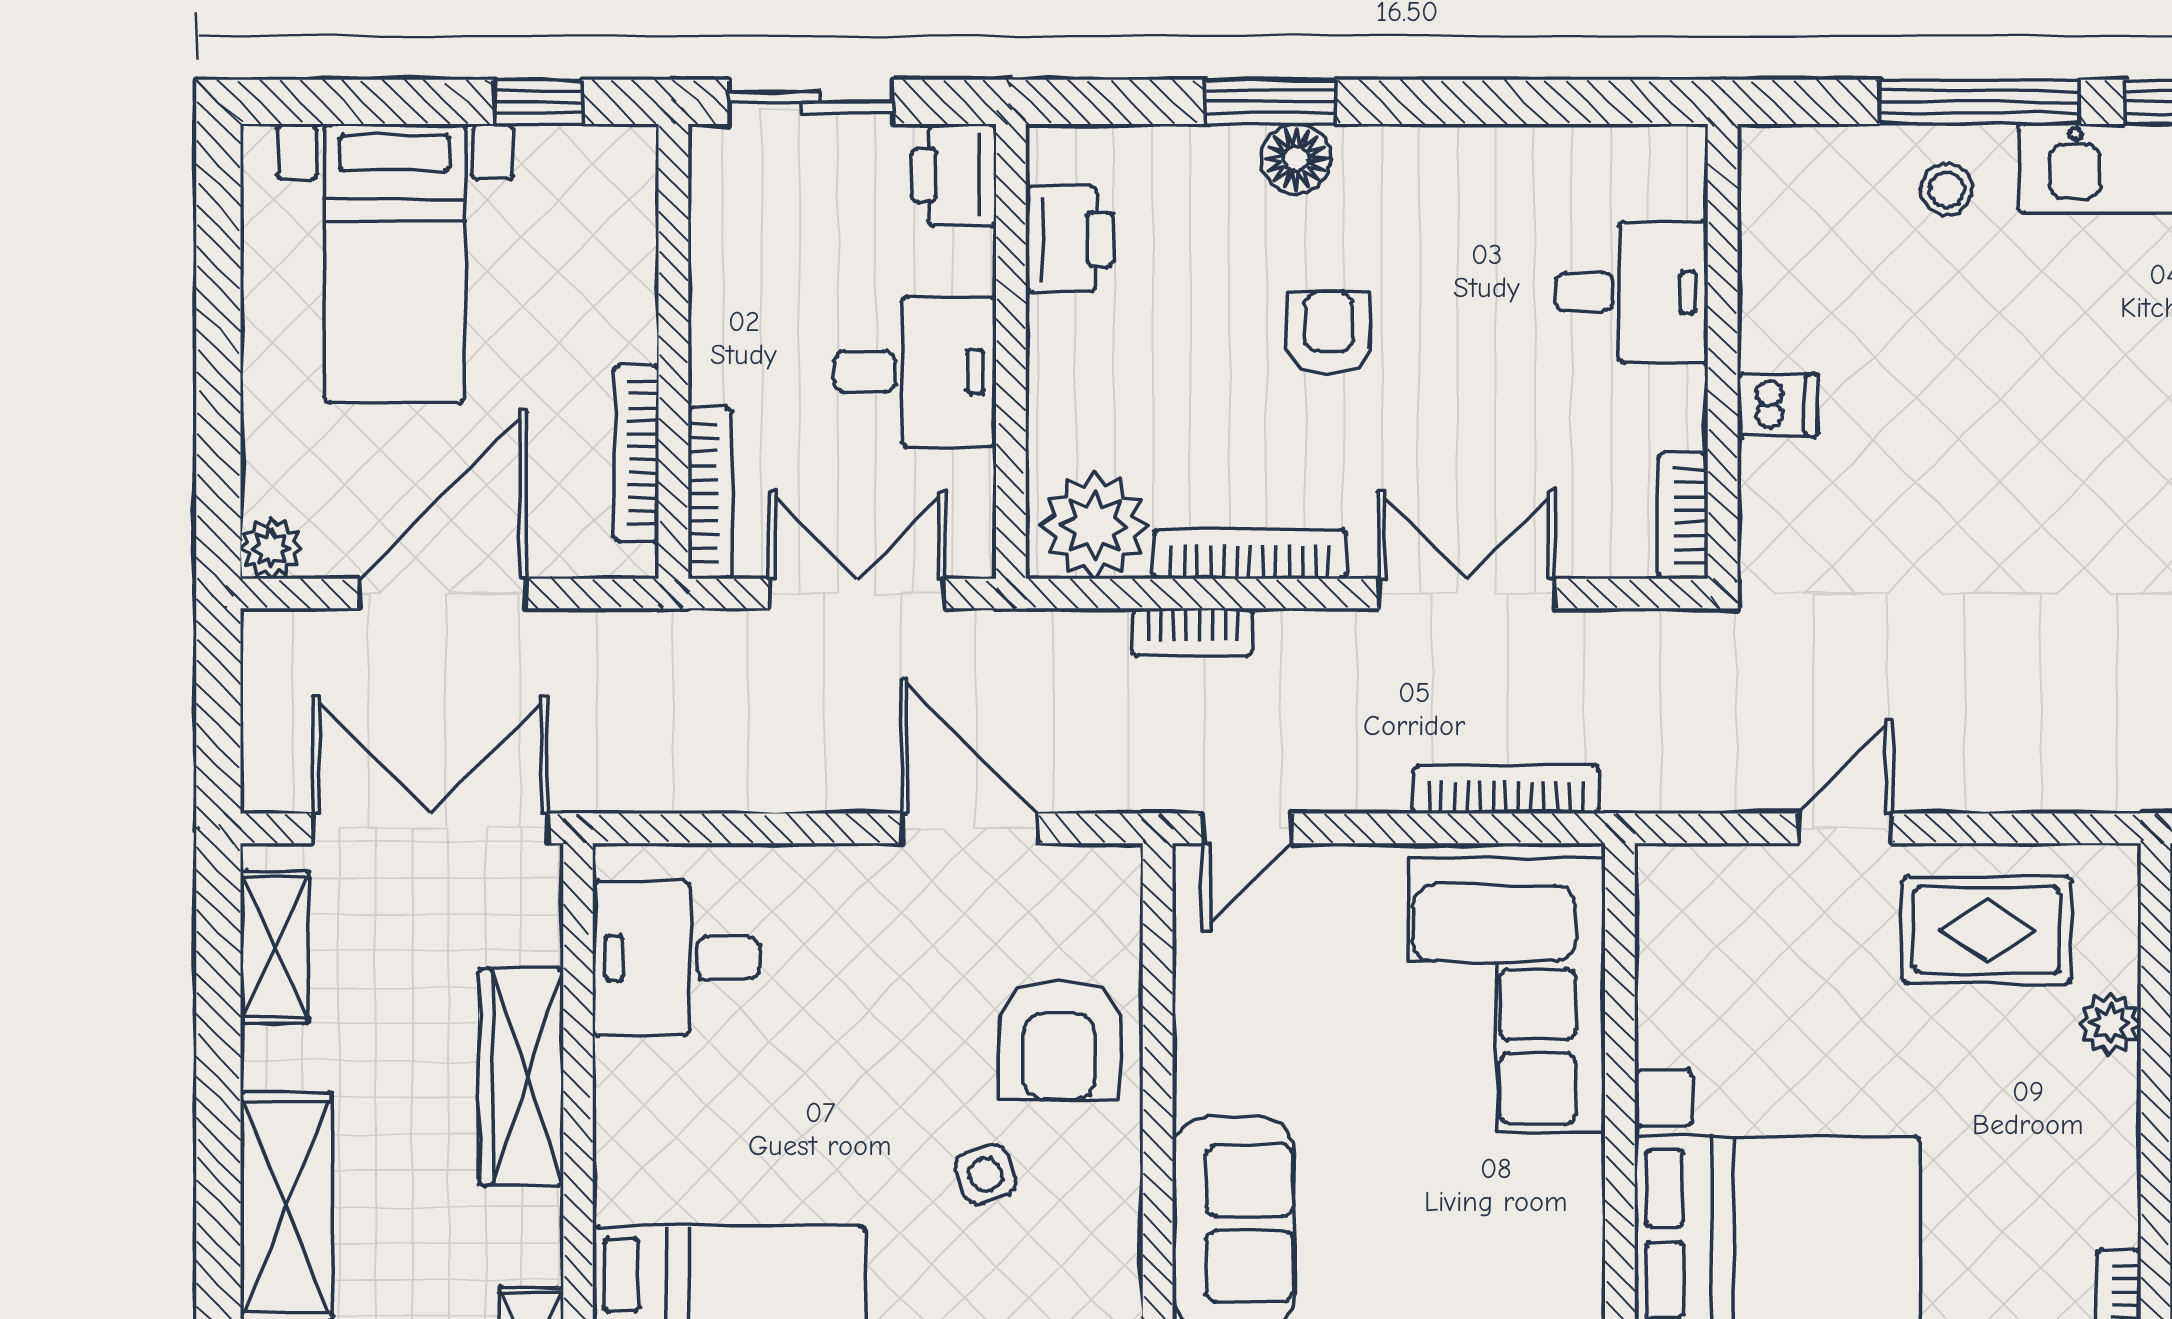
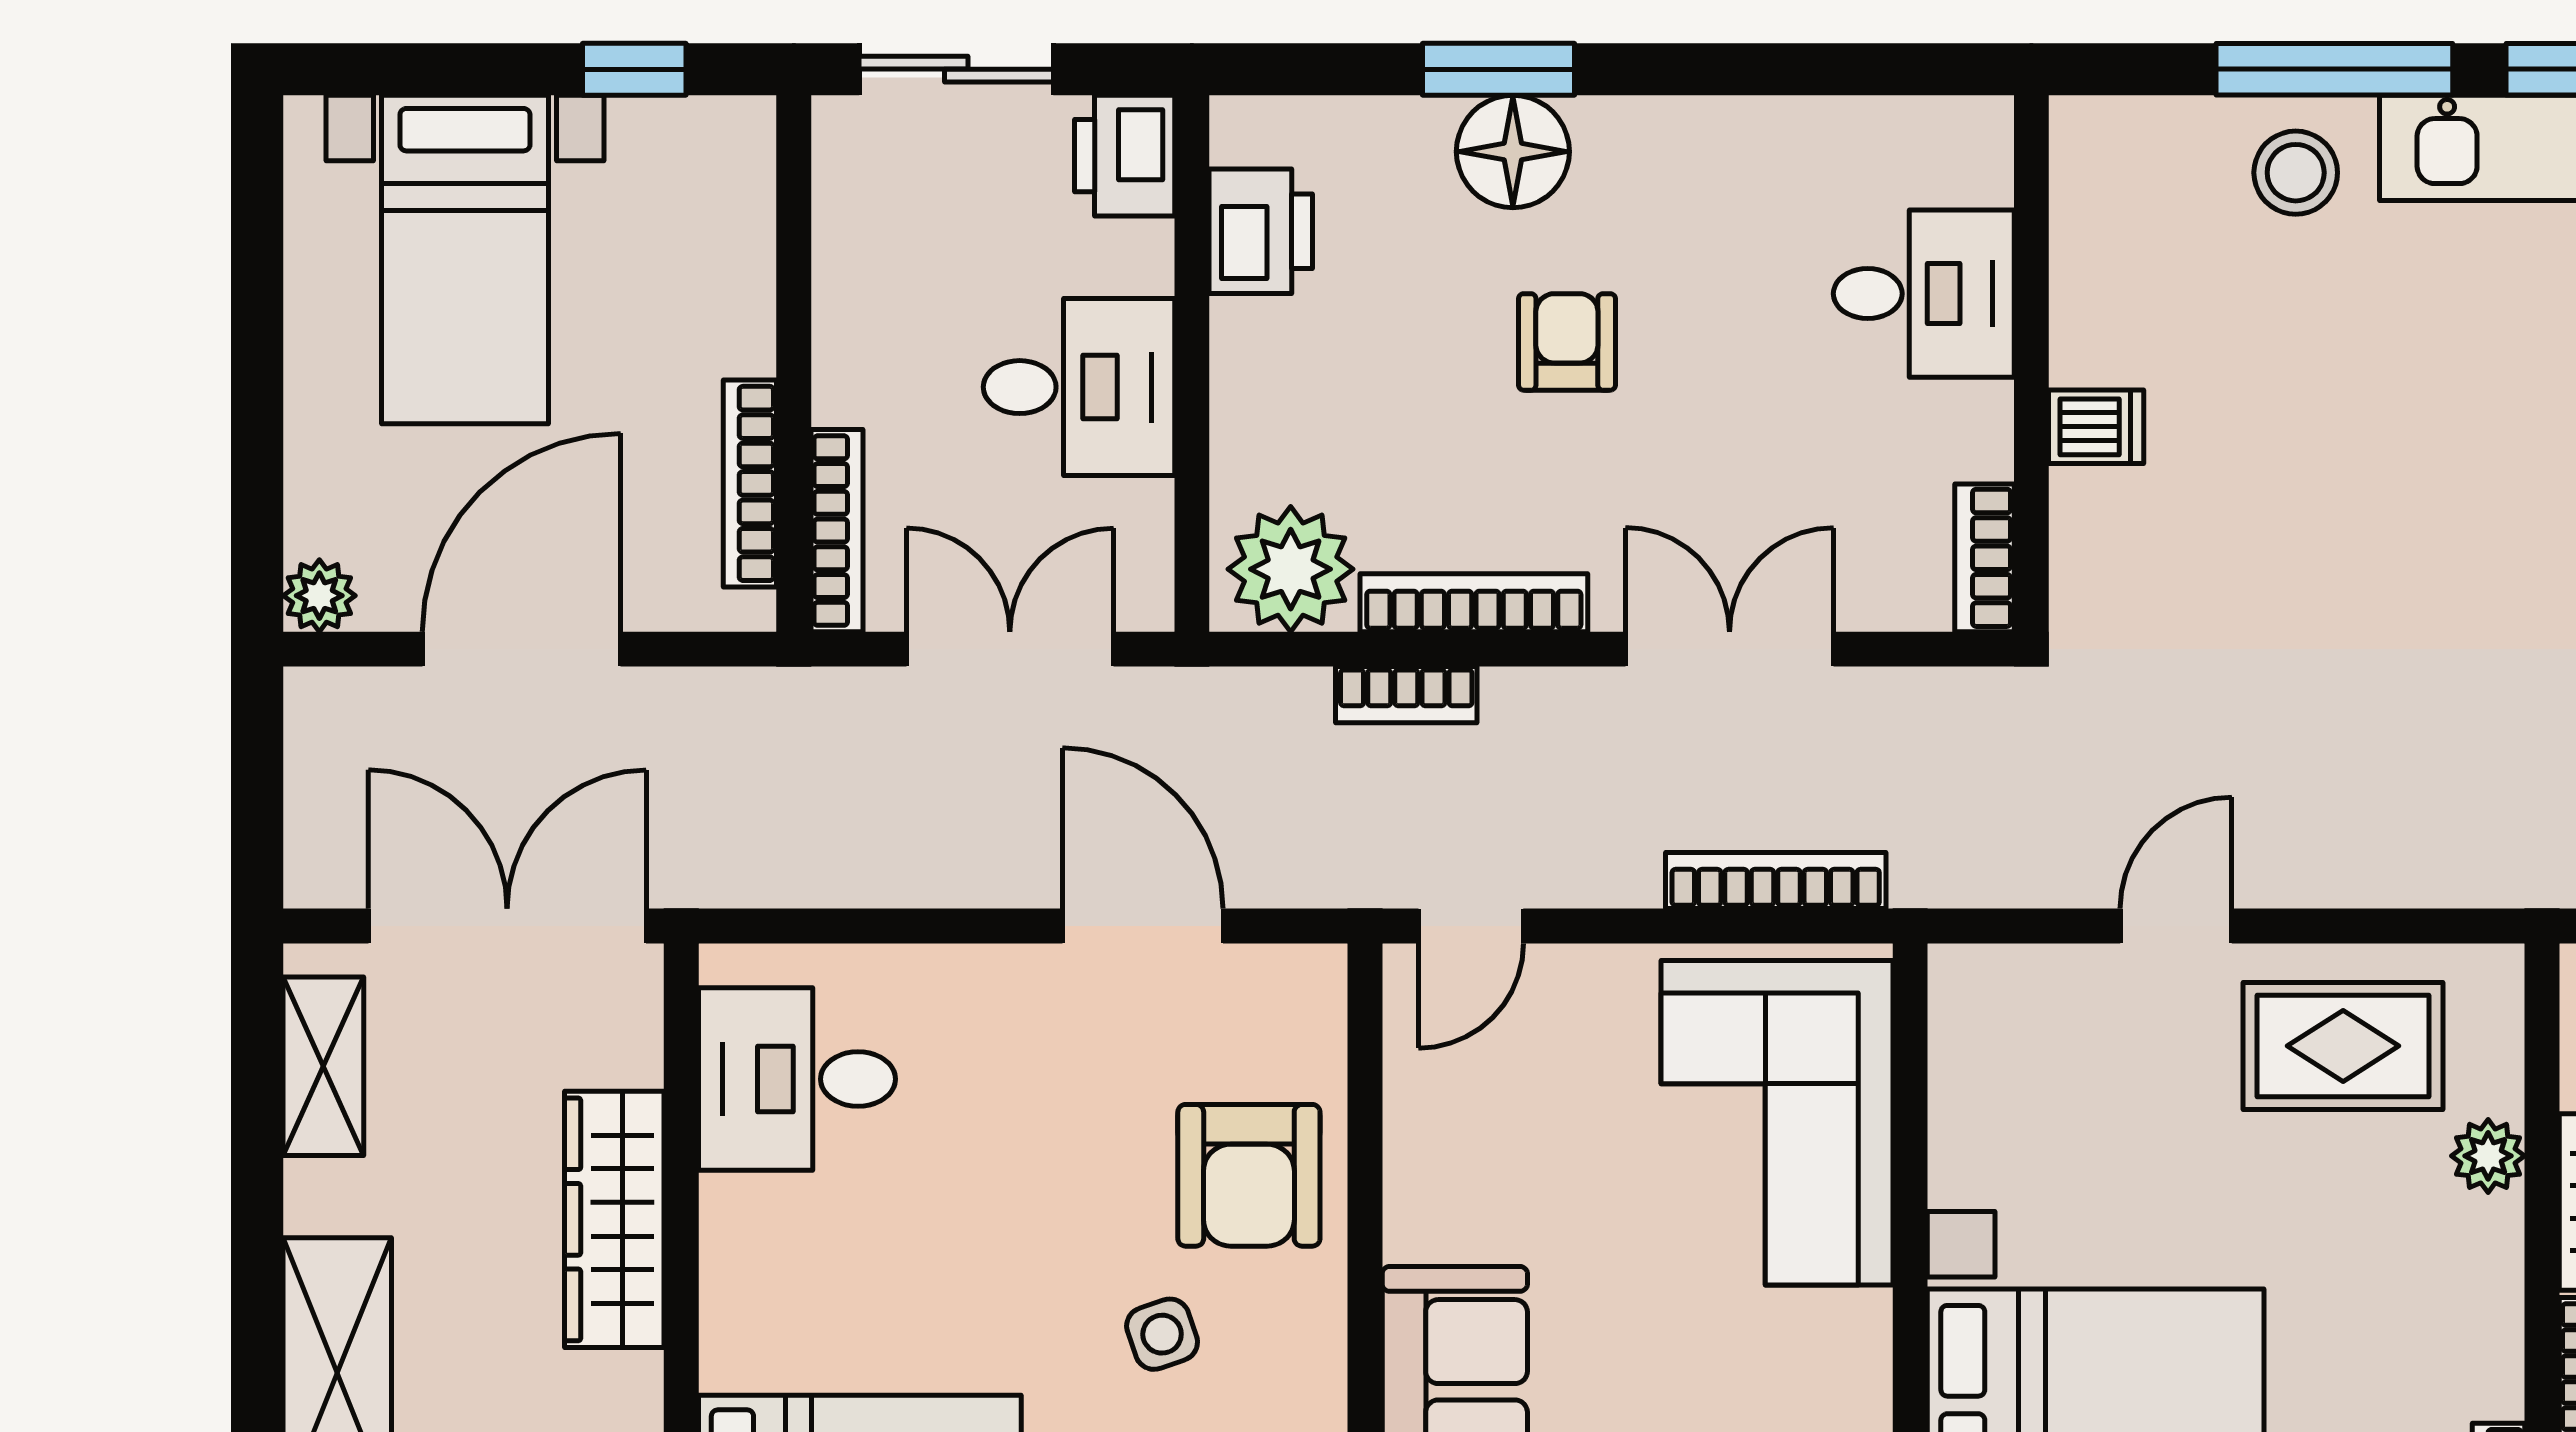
floor lamp: (1296, 159) -> (1513, 152), width x1.38, depth x1.38
stool: (1947, 190) -> (2296, 173), width x1.37, depth x1.37

